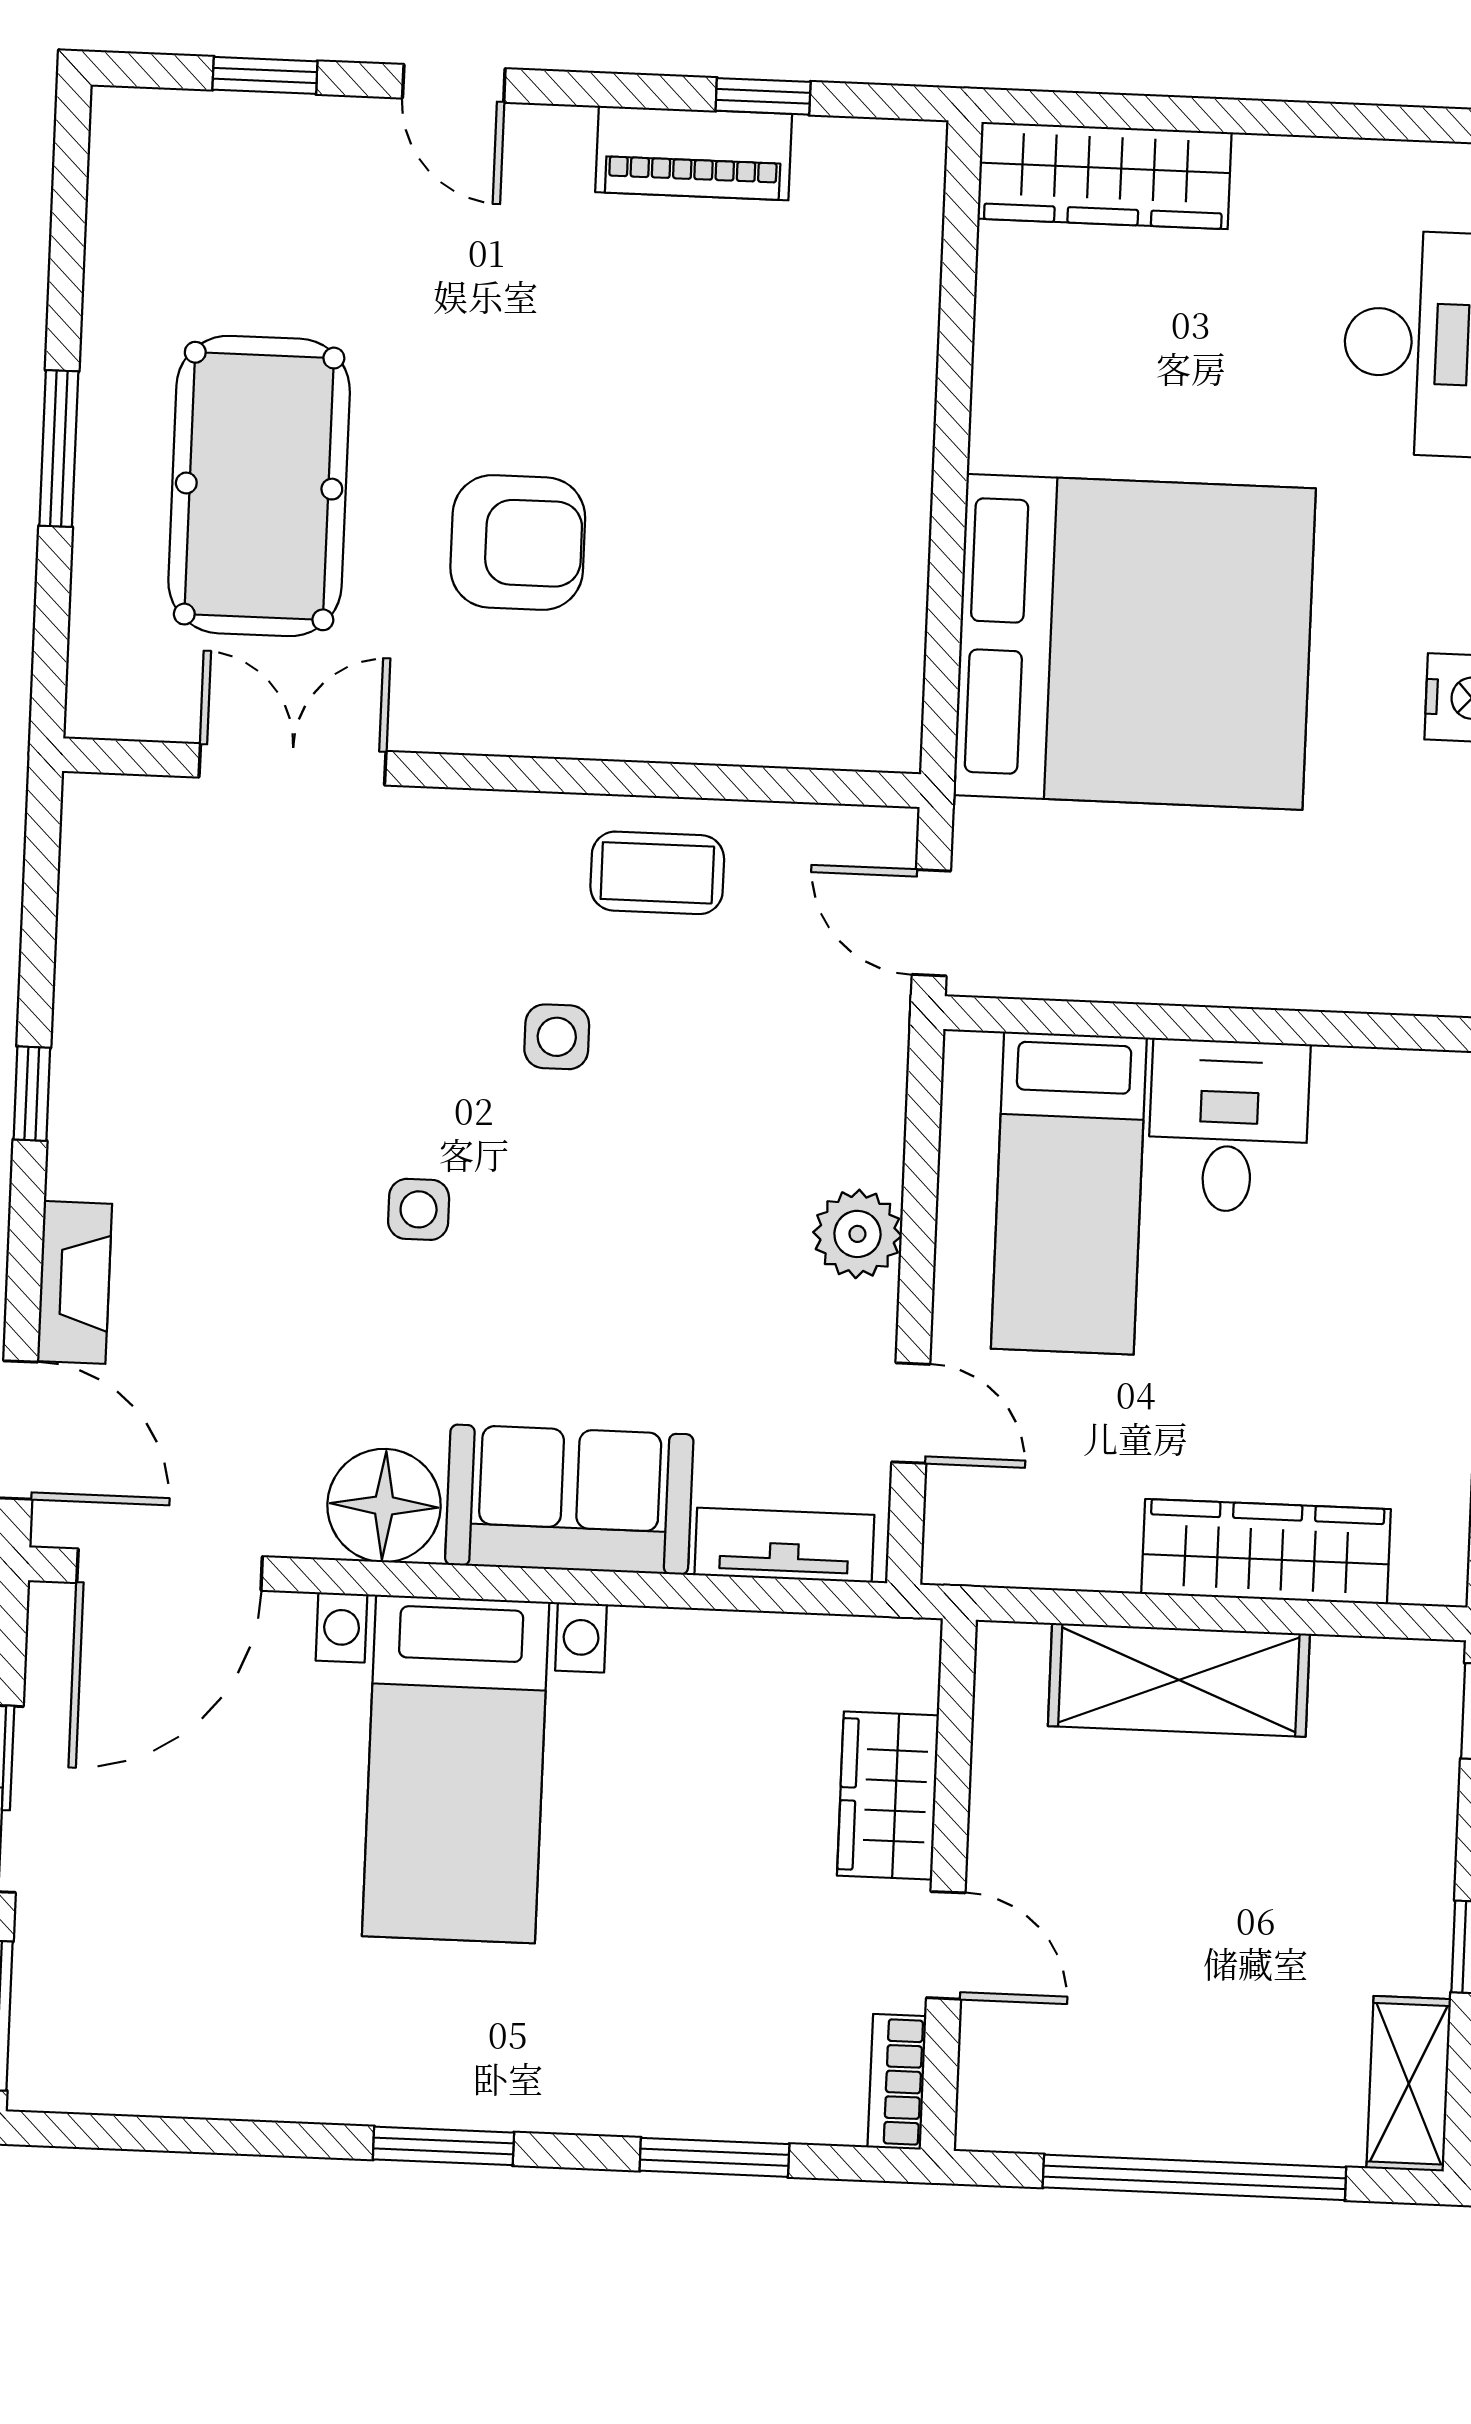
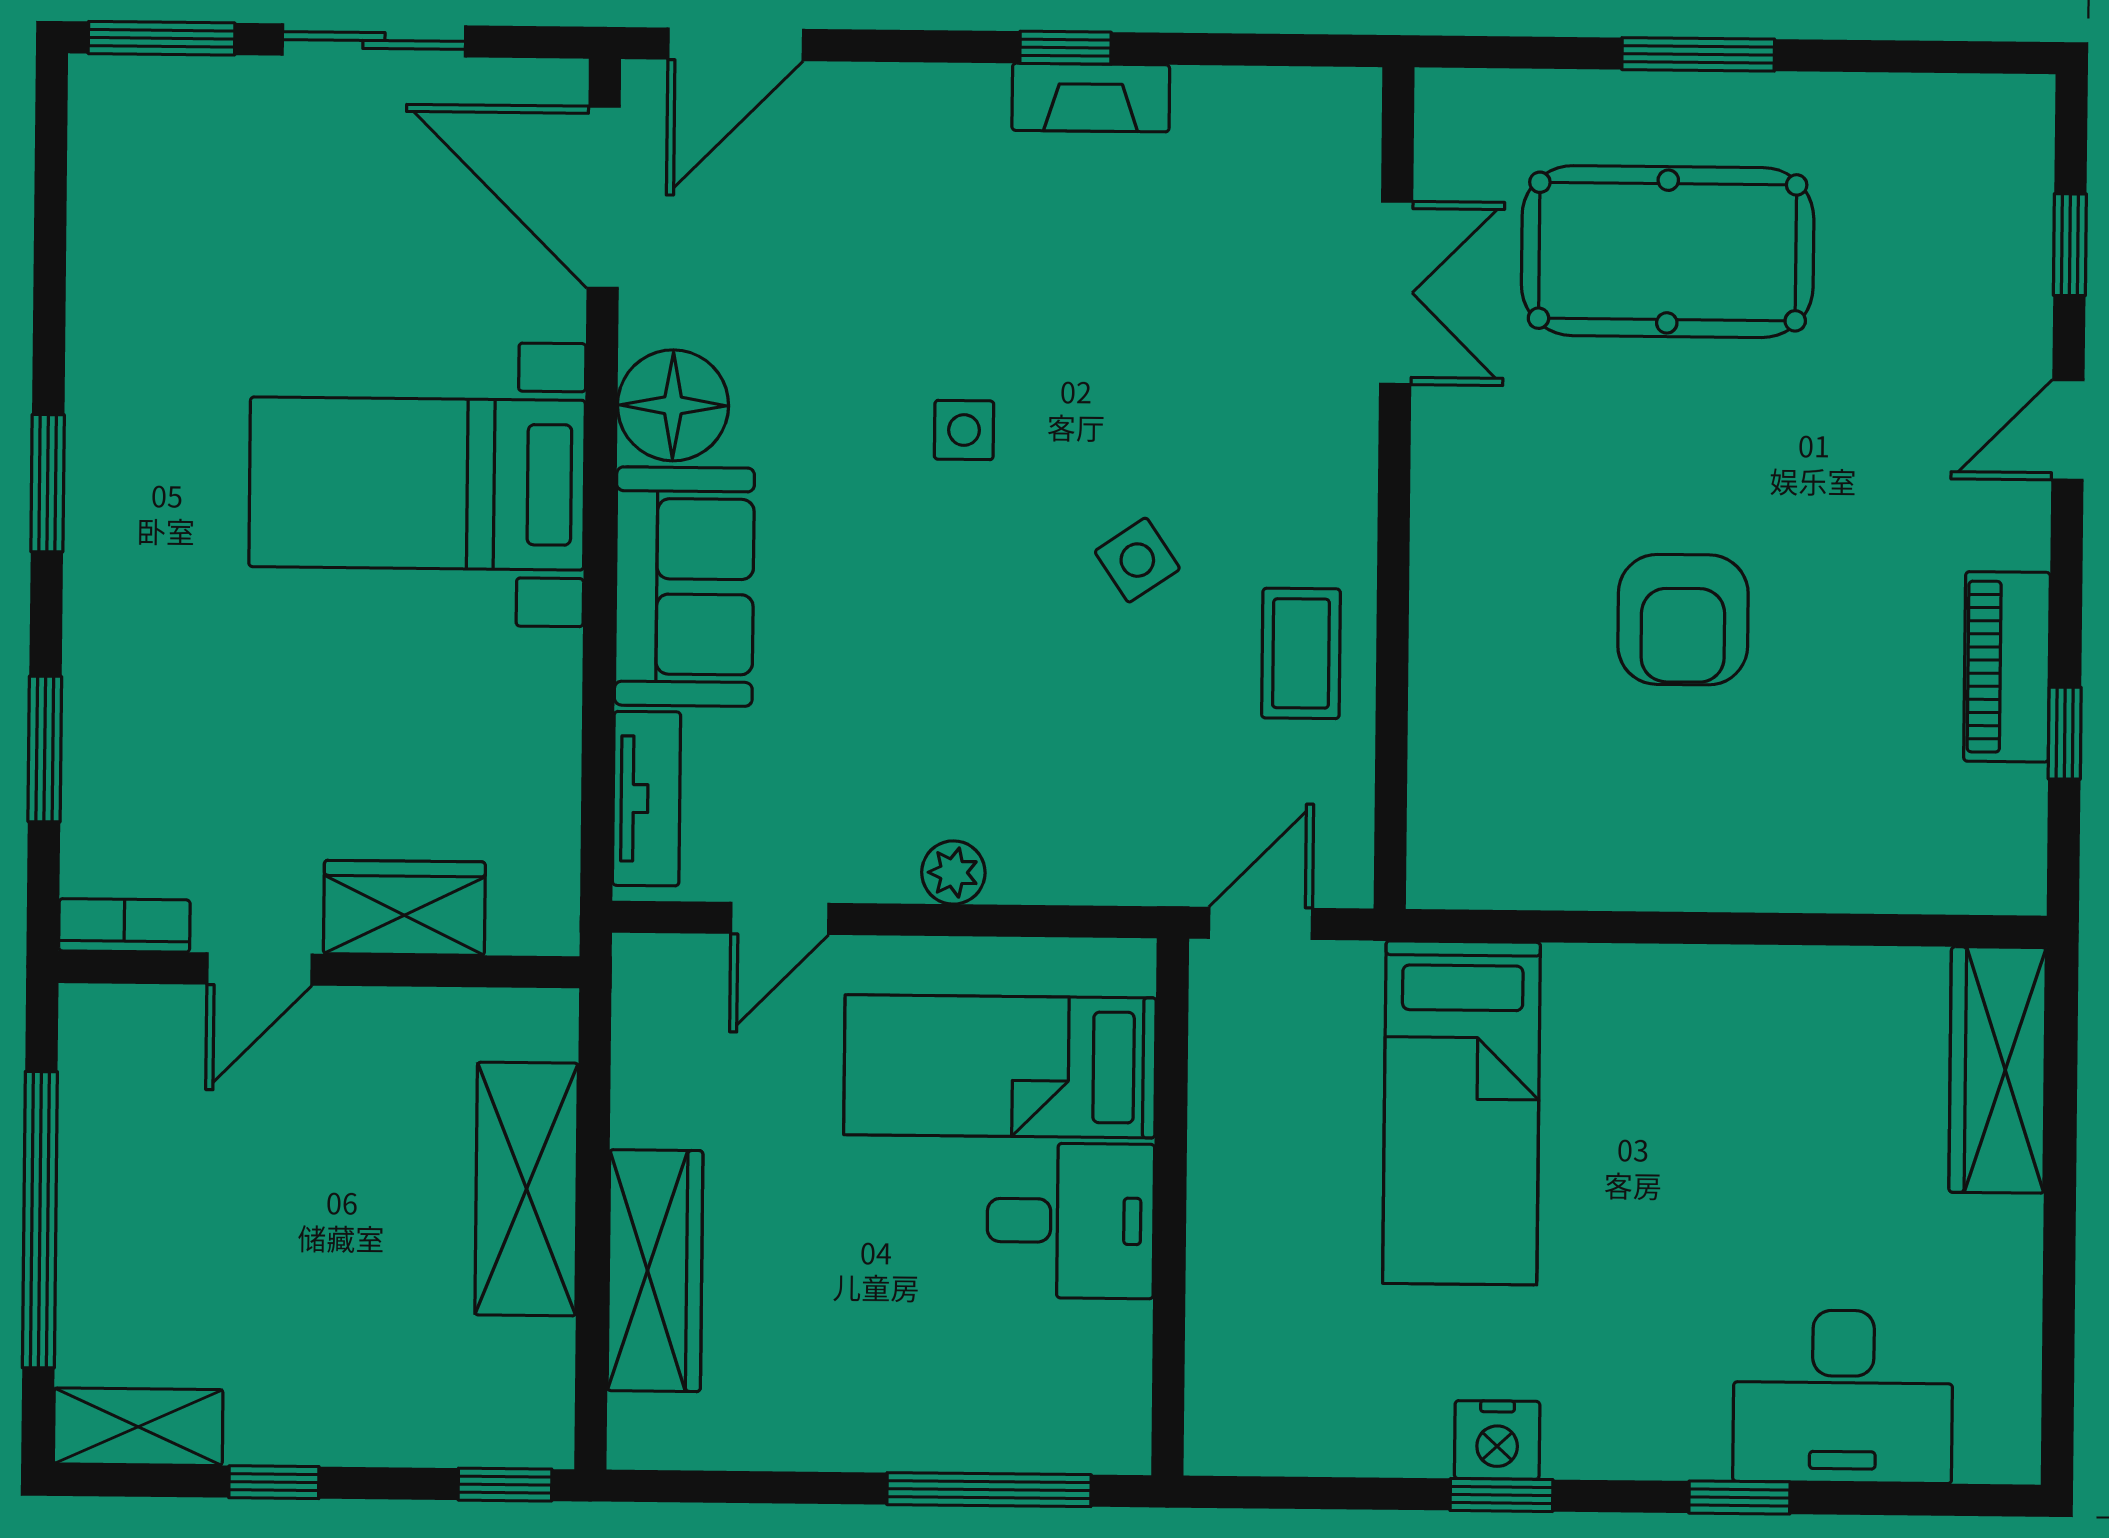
armchair: (518, 543) -> (1683, 620), moved
bed: (1134, 642) -> (1461, 1113), width x0.49
side table: (557, 1037) -> (1137, 560), turned -34
plant: (857, 1234) -> (953, 872), width x0.73, depth x0.73
fireplace: (75, 1282) -> (1091, 98), moved

